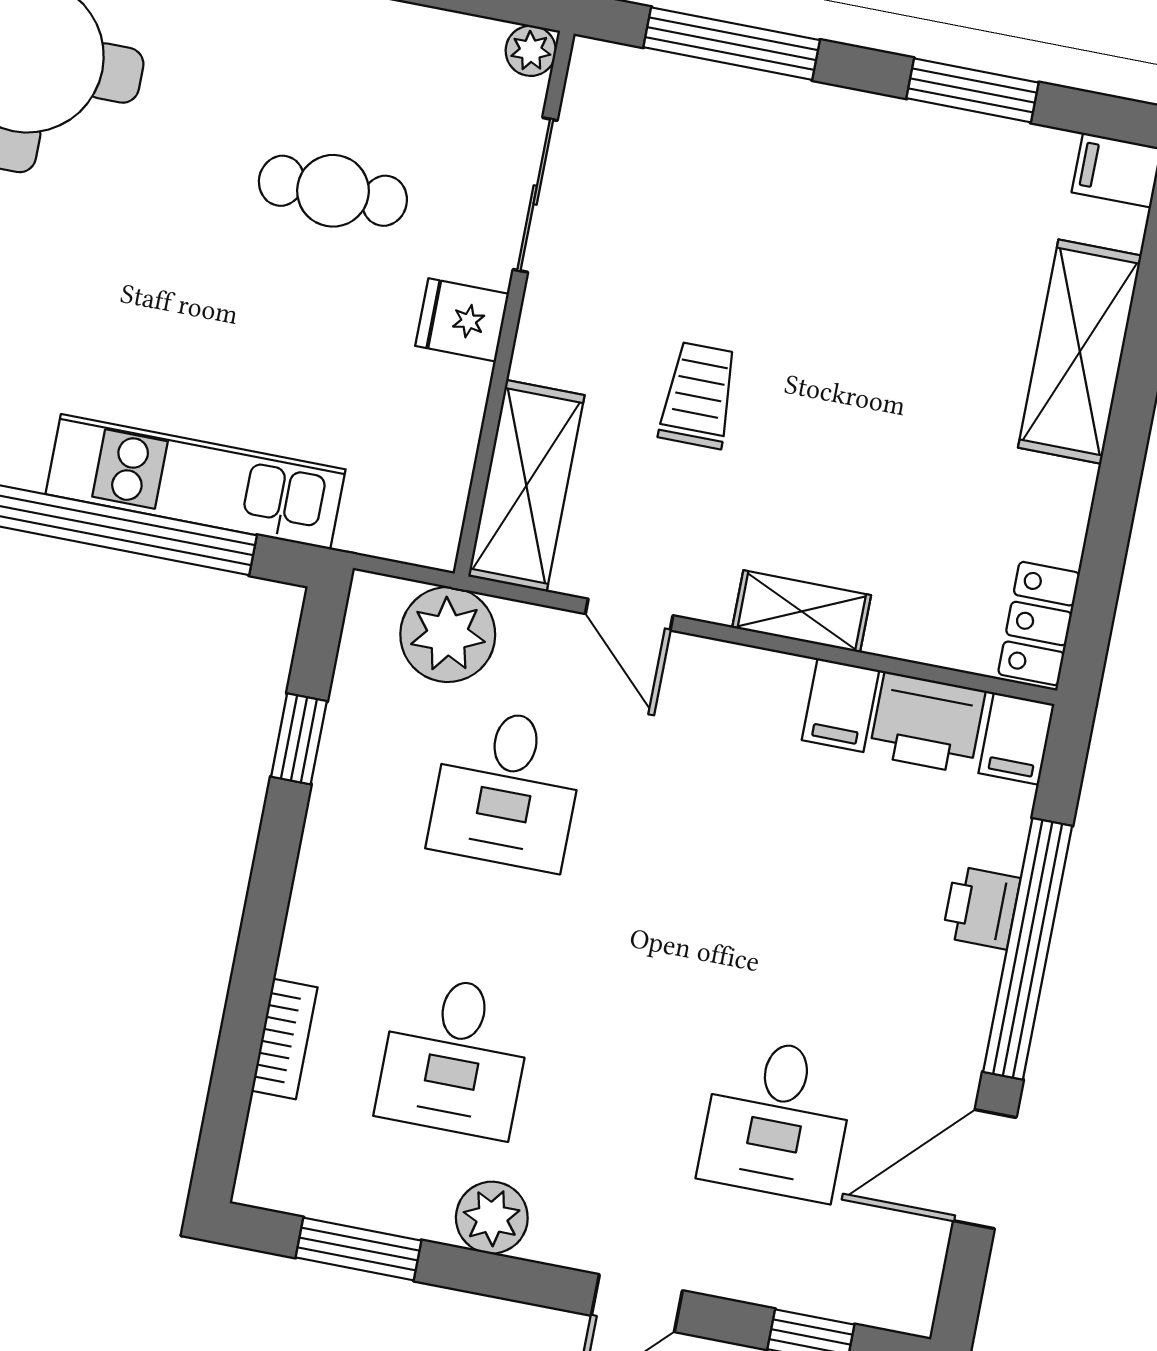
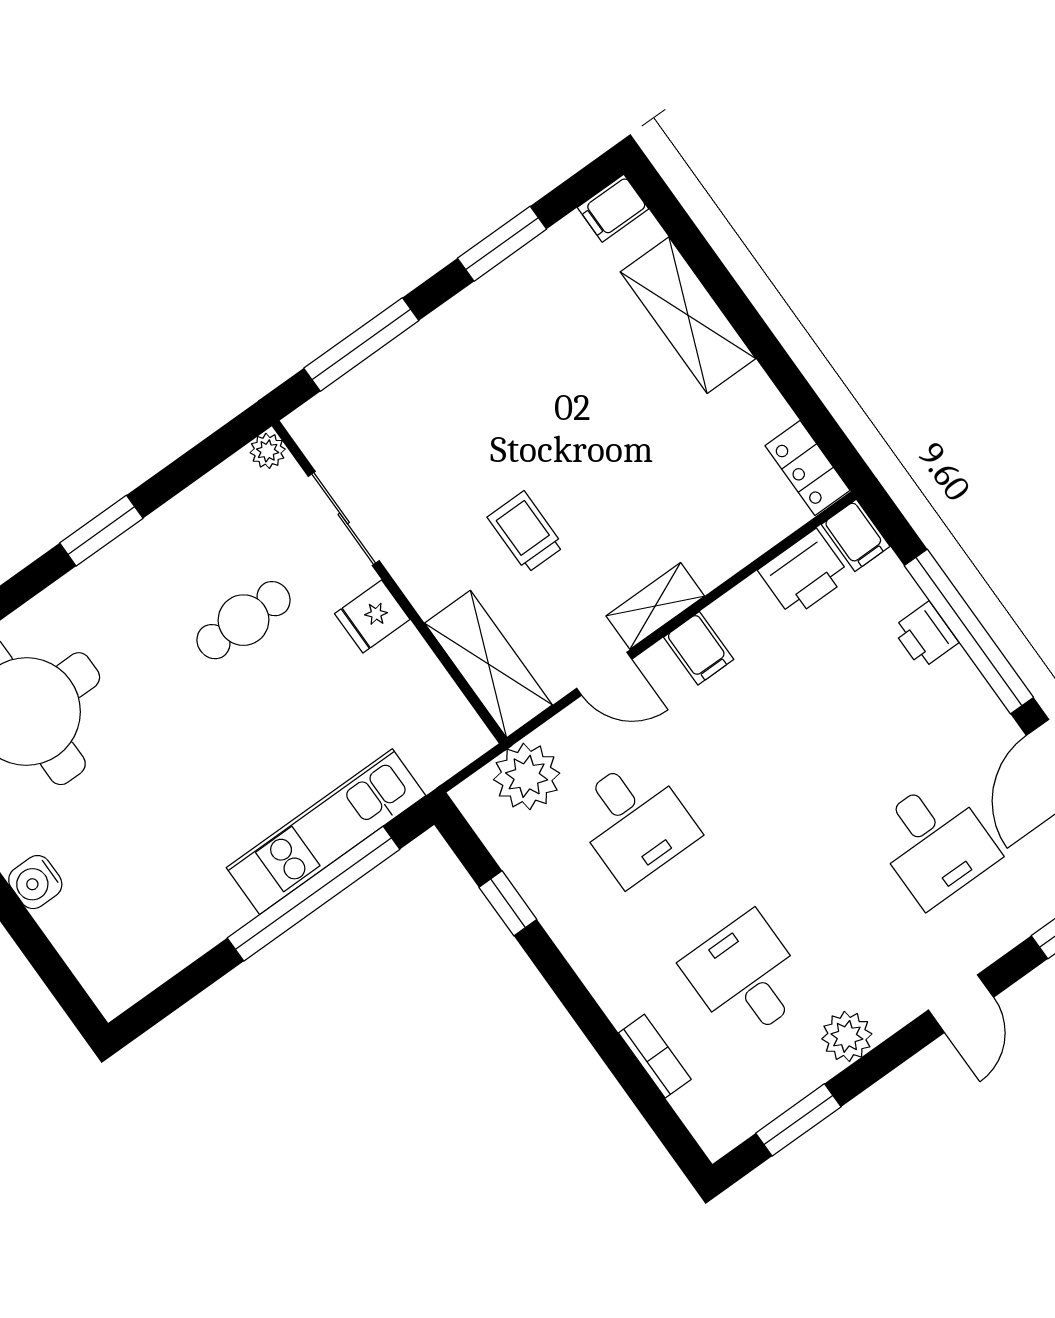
shelving: (802, 611) -> (655, 606), moved
filing cabinet: (840, 705) -> (699, 648), moved
desk: (455, 1056) -> (746, 977), turned 180

